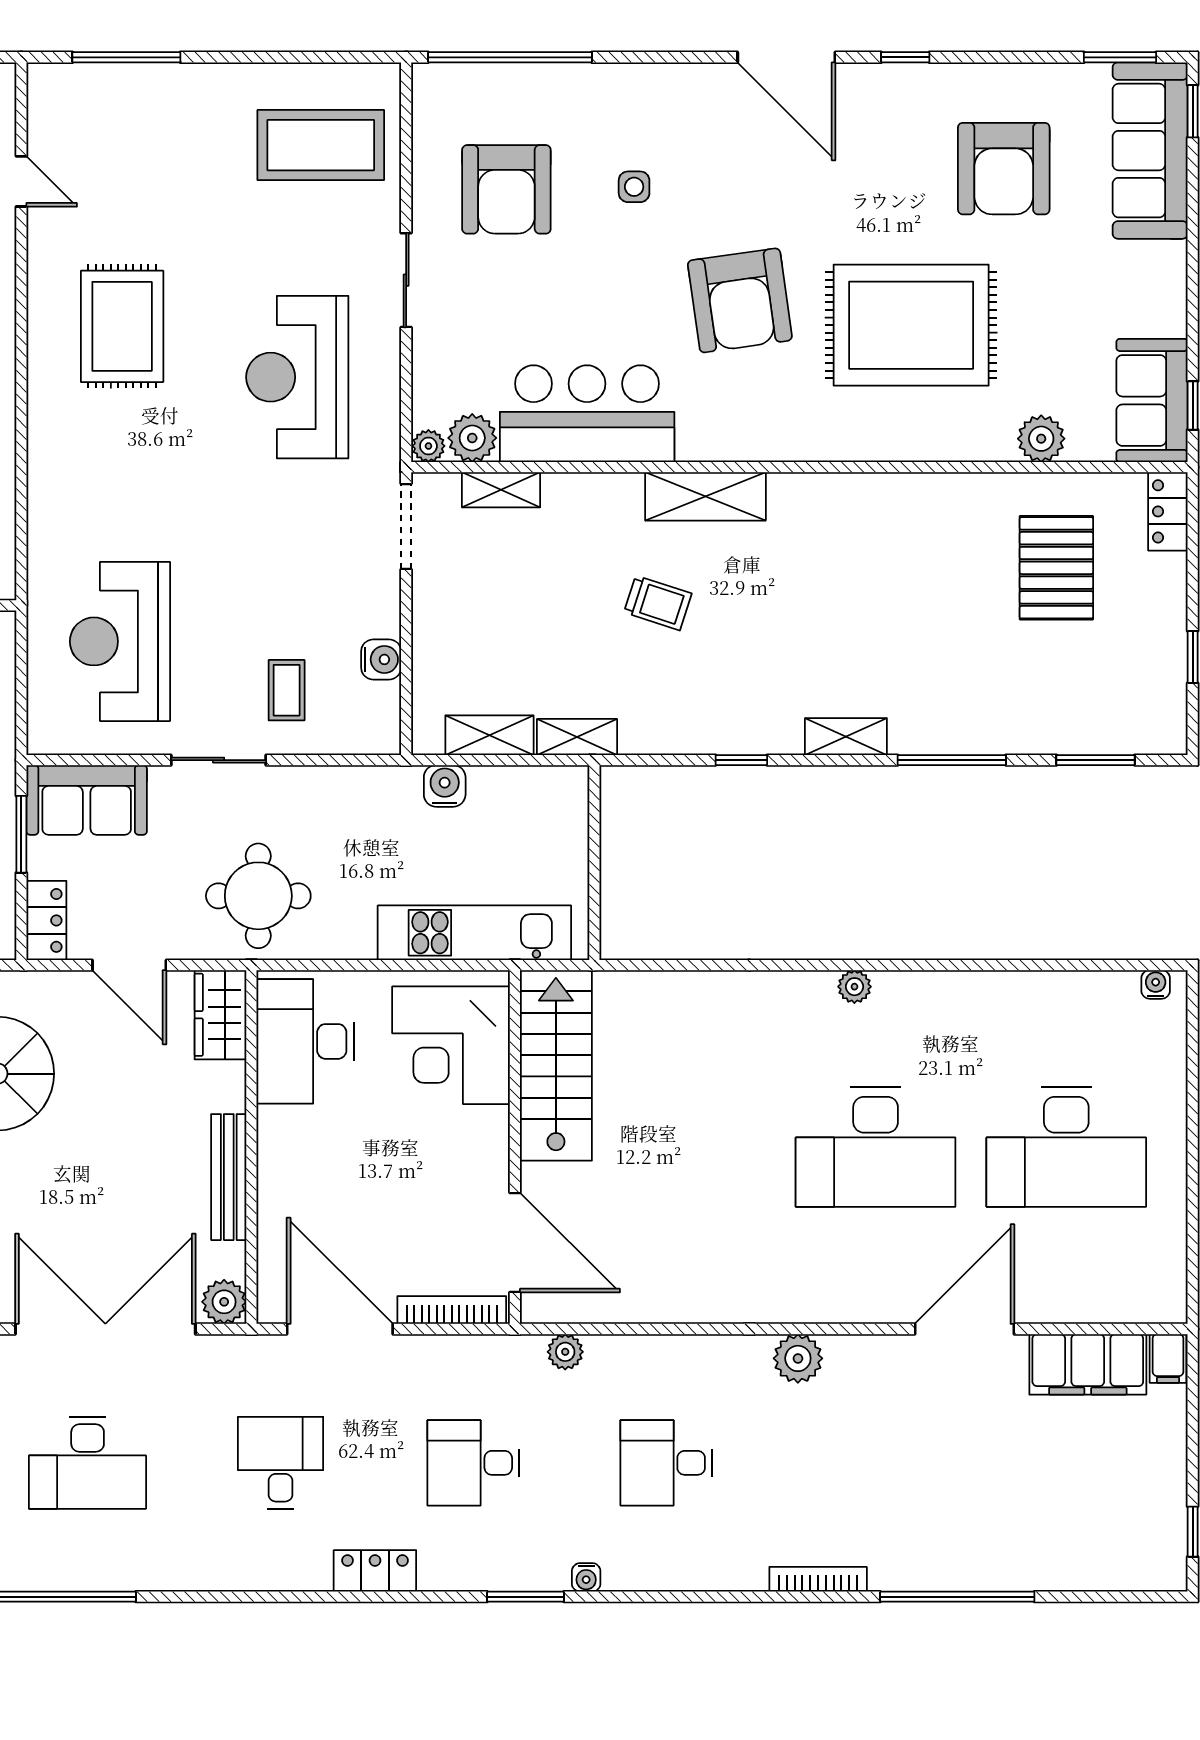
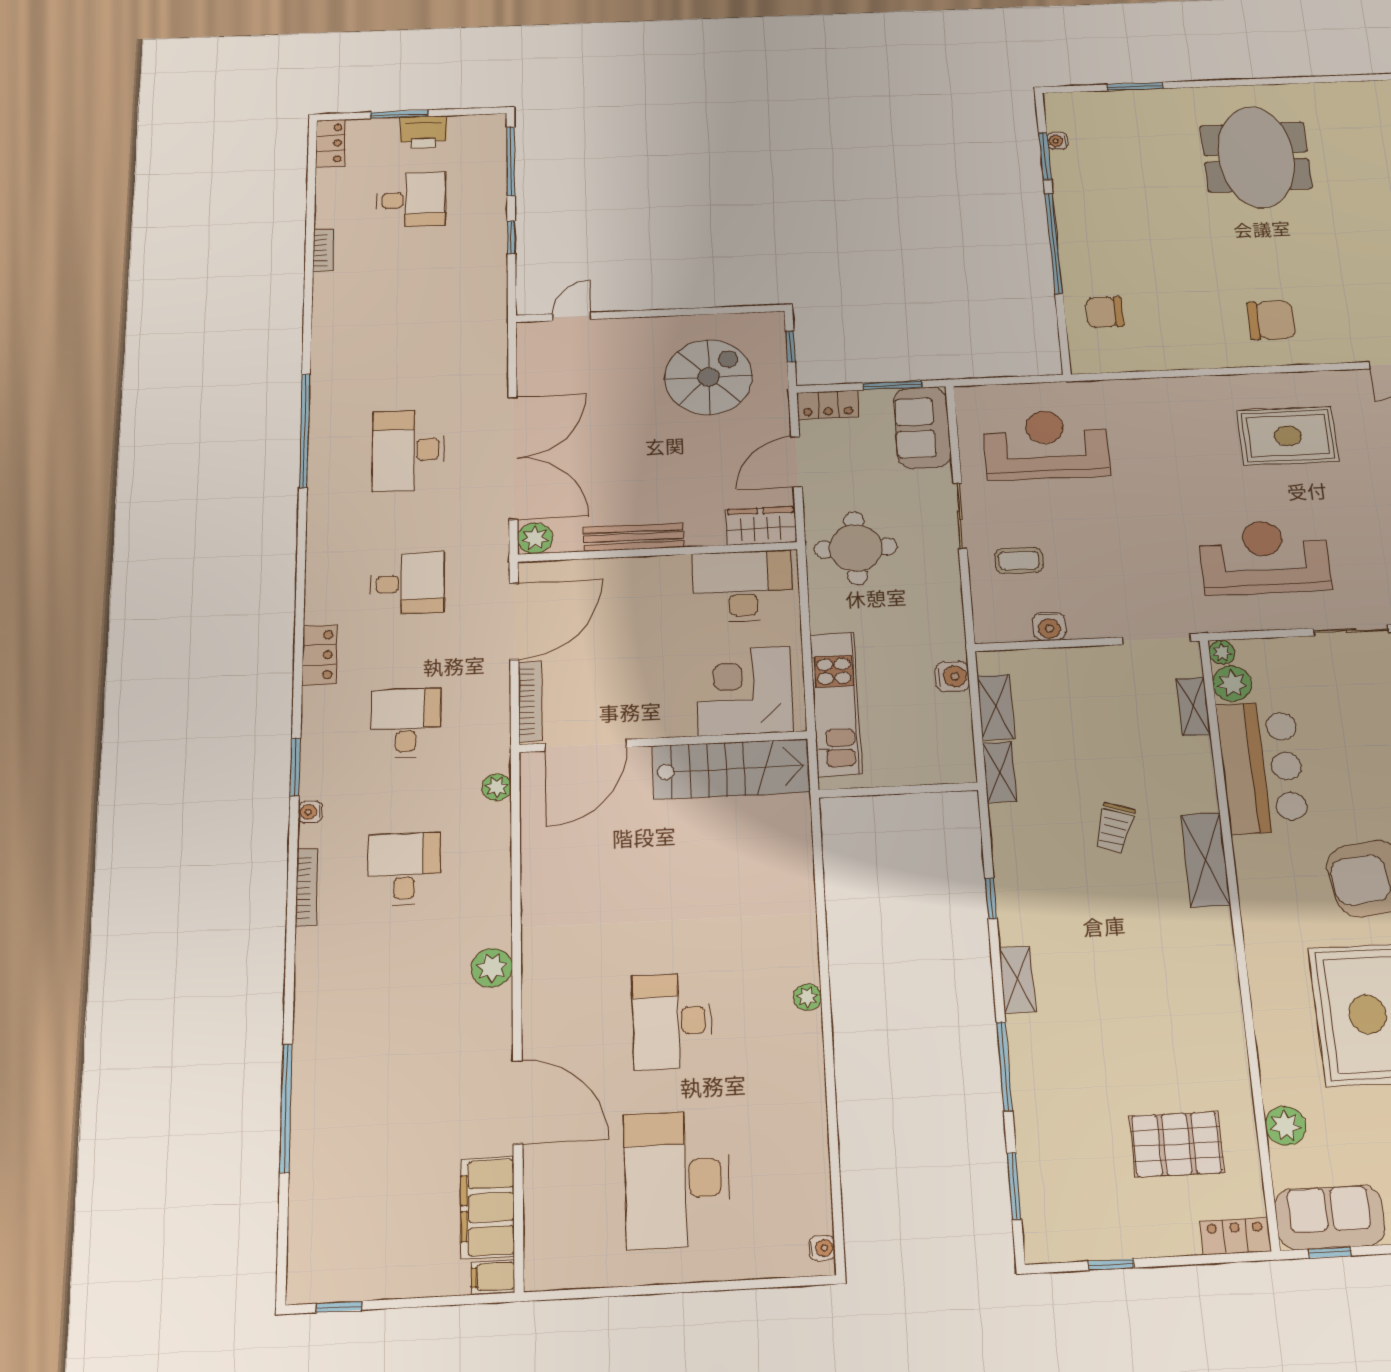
desk: (876, 1147) -> (672, 1021), width x0.73, depth x0.77
bookcase: (818, 1579) -> (307, 887), moved

